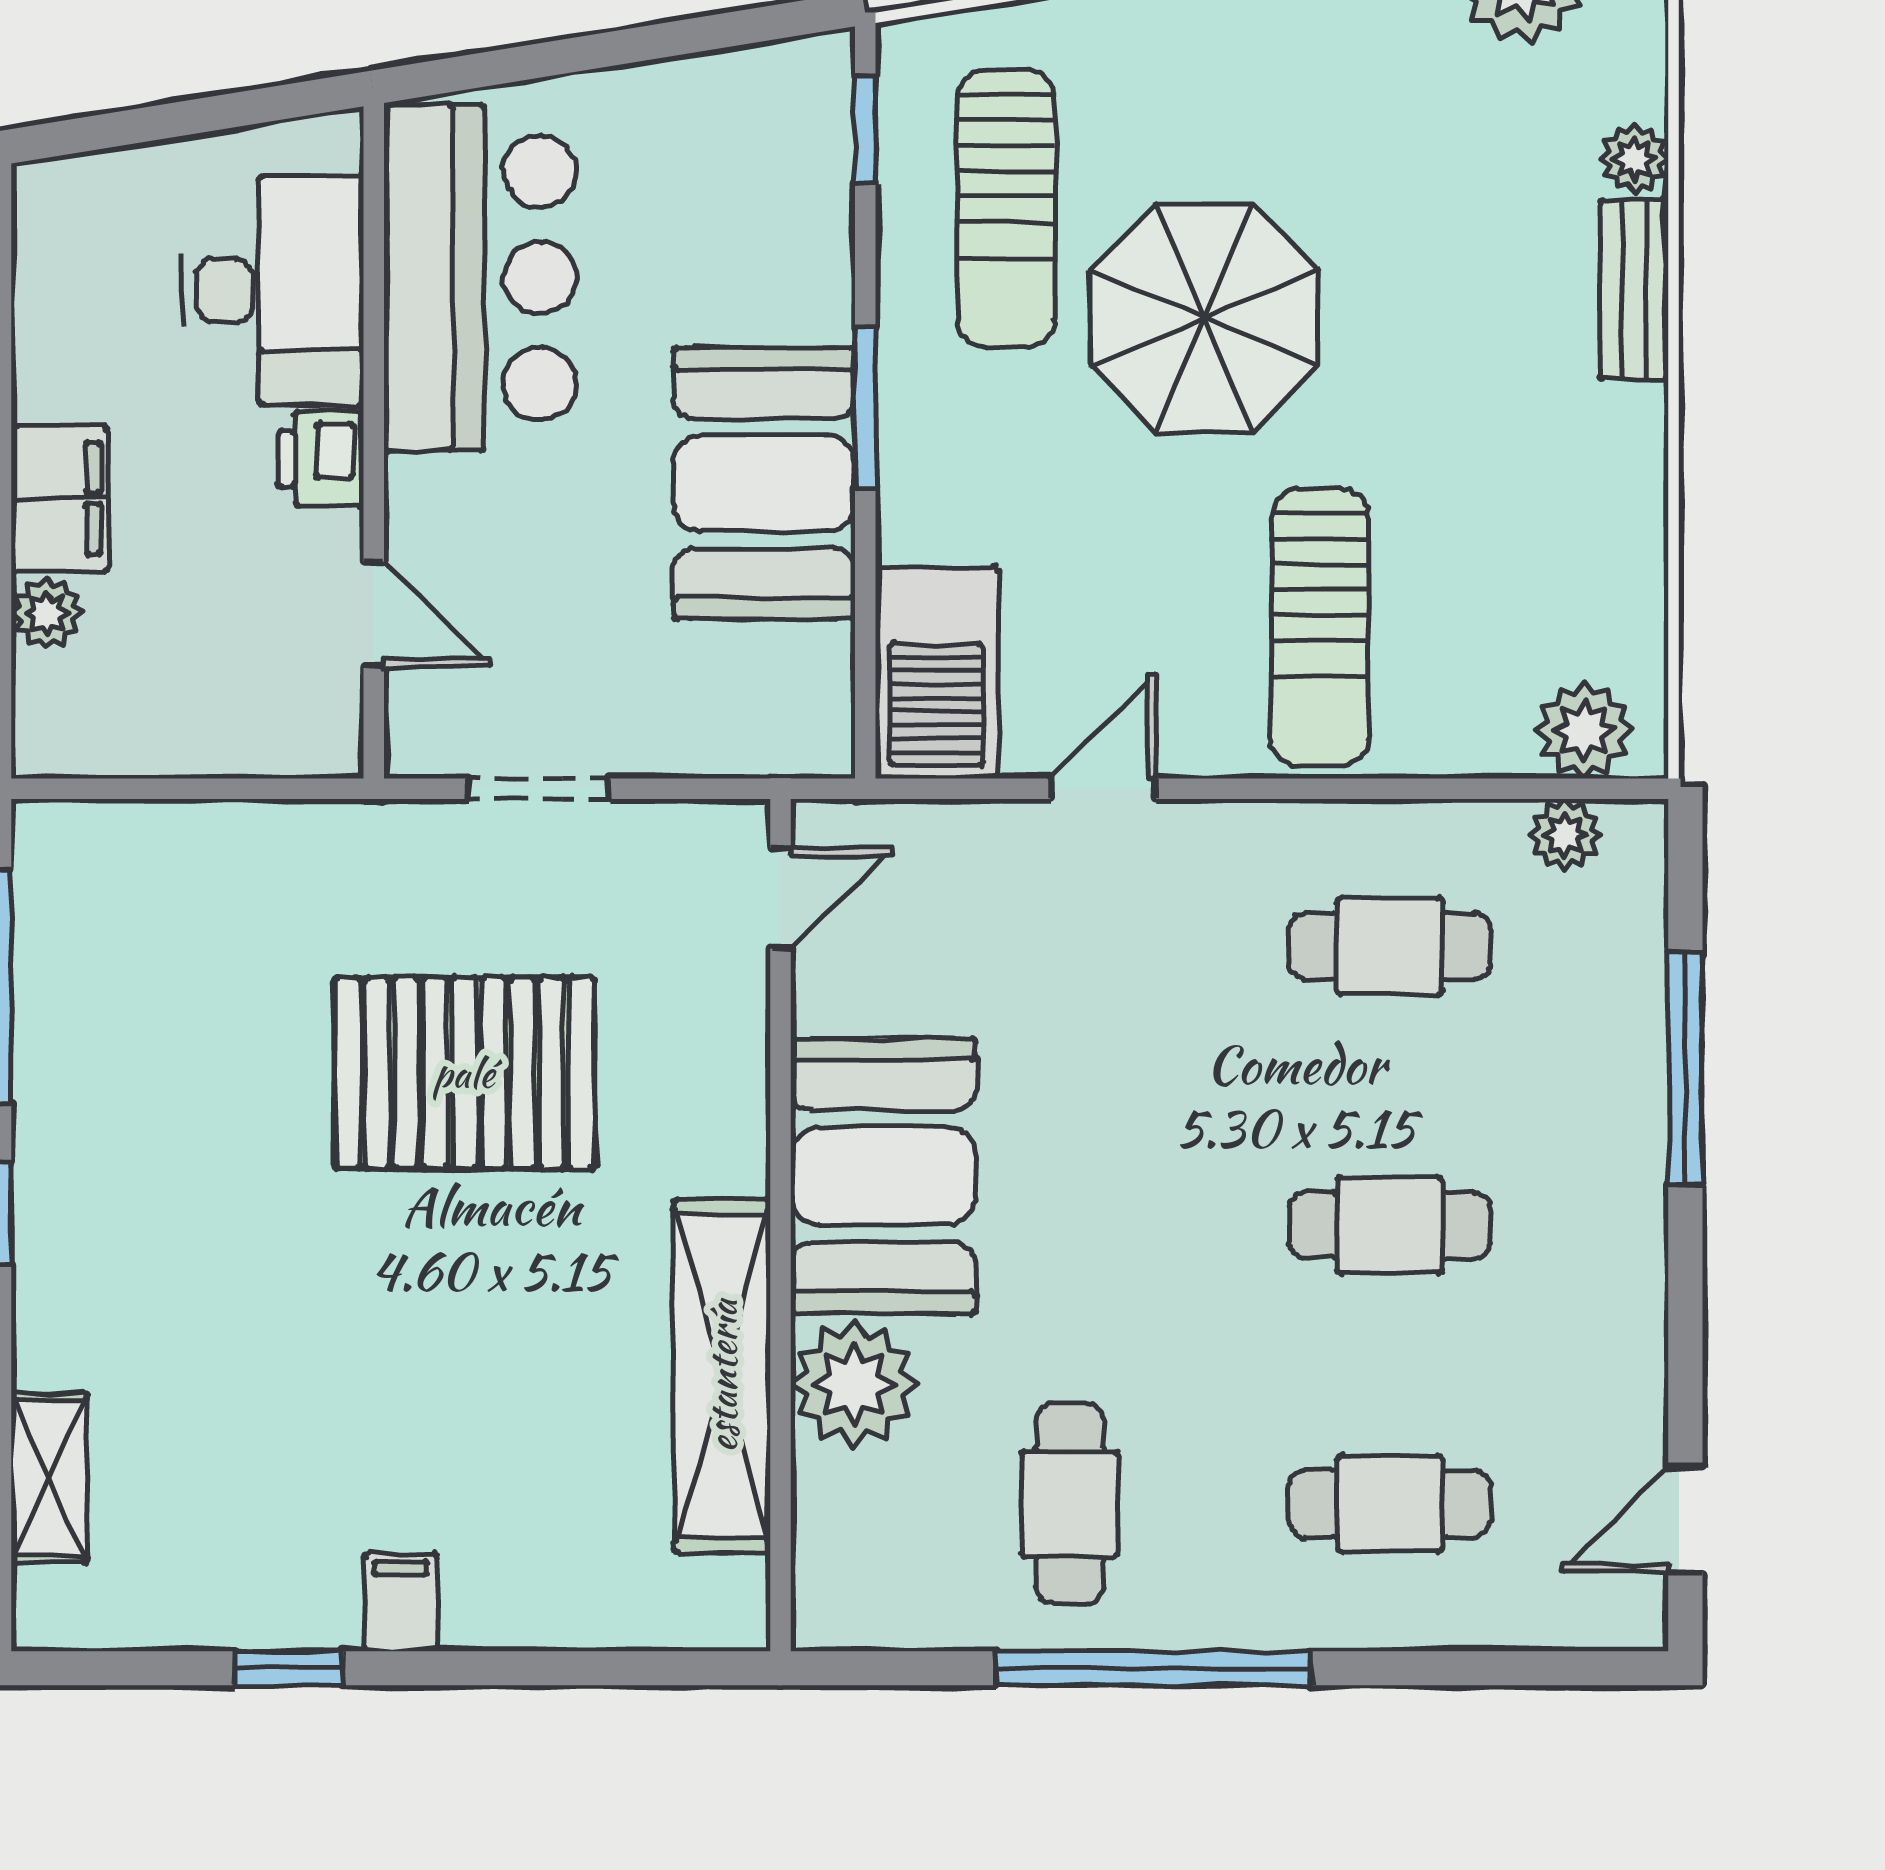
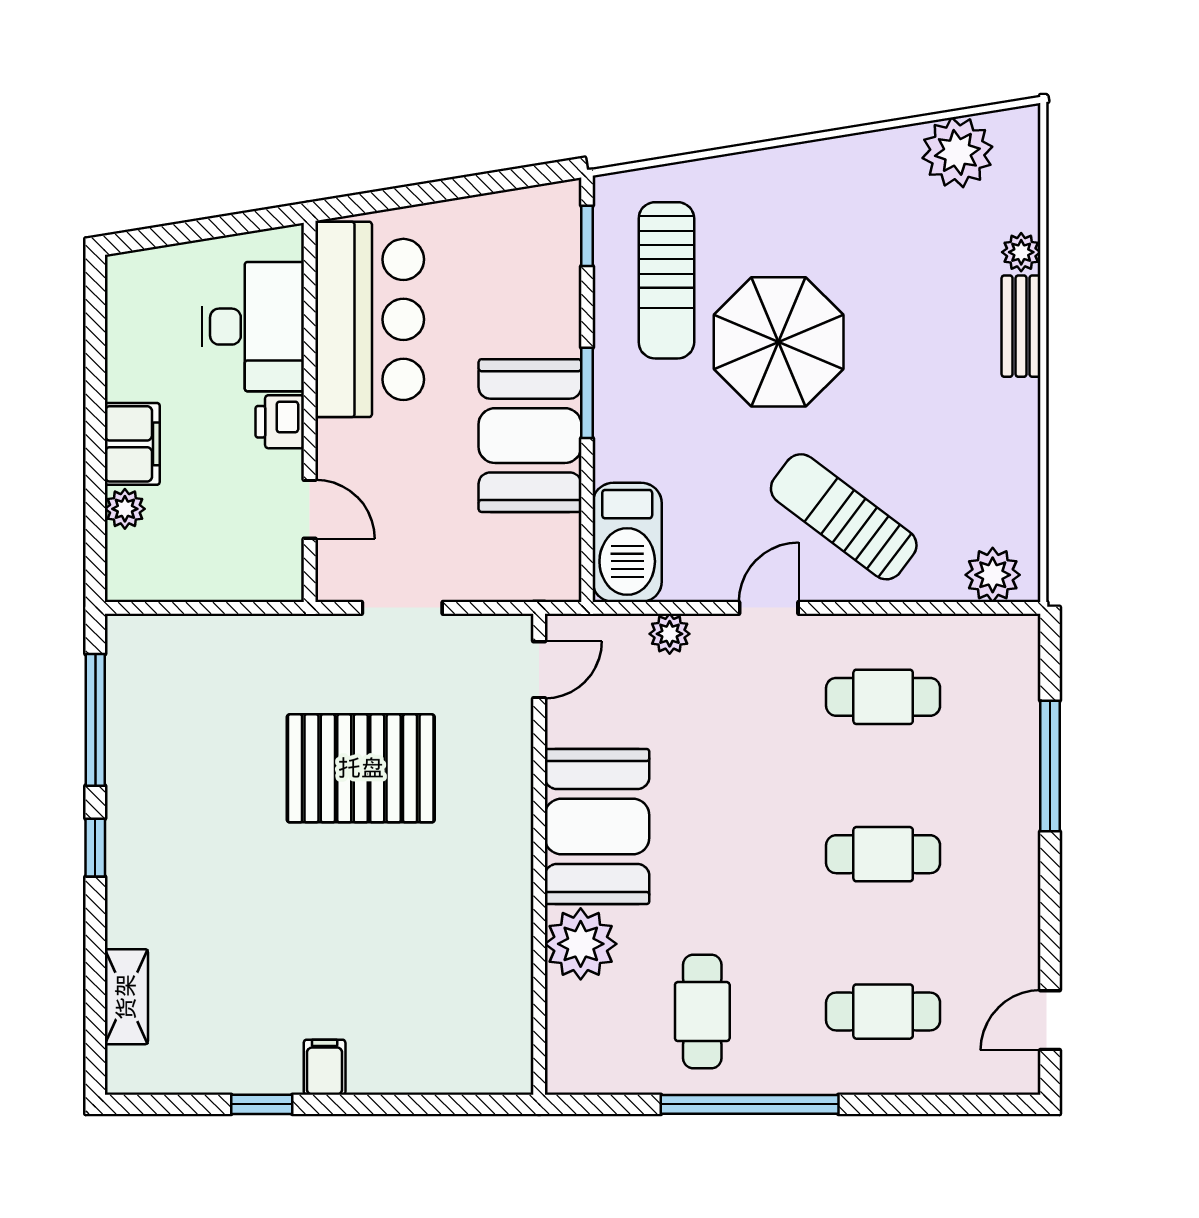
sun lounger: (1320, 627) -> (844, 517), turned 127
door: (1103, 789) -> (769, 608), moved
plant: (1565, 835) -> (670, 634), moved
shelving: (722, 1376) -> (506, 939), removed

